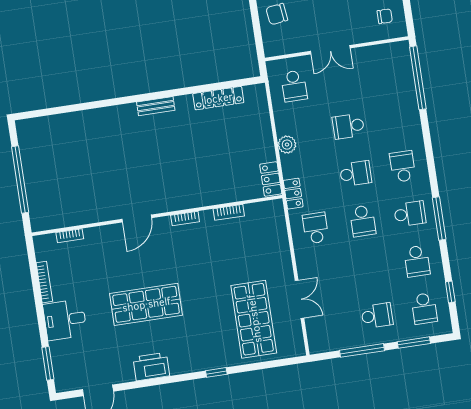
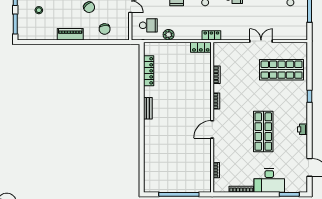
plant: (287, 145) -> (169, 35), moved
door: (137, 219) -> (212, 129), swing flipped
school desk: (316, 228) -> (234, 25), removed
double door: (299, 299) -> (261, 41), moved
desk: (65, 320) -> (269, 180), width x1.37
printer: (151, 367) -> (303, 129), width x0.53, depth x0.68

